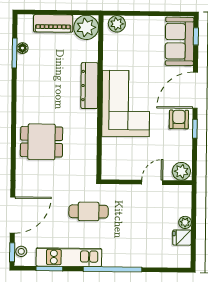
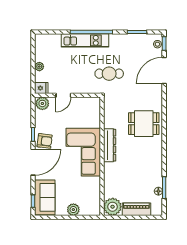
plant: (117, 24) -> (73, 210), moved
dresser: (89, 86) -> (110, 145), moved
armchair: (179, 119) -> (45, 141), turned -83
fridge: (182, 238) -> (41, 88), moved
kitchen unit: (69, 257) -> (85, 40), moved

